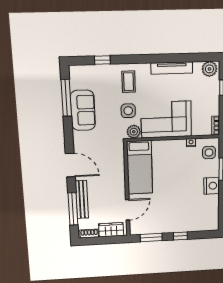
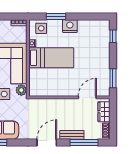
bed: (140, 167) -> (51, 58), moved
bench: (82, 200) -> (72, 135), width x0.73
door: (128, 210) -> (87, 97), hinge flipped
window: (180, 236) -> (113, 36), moved

